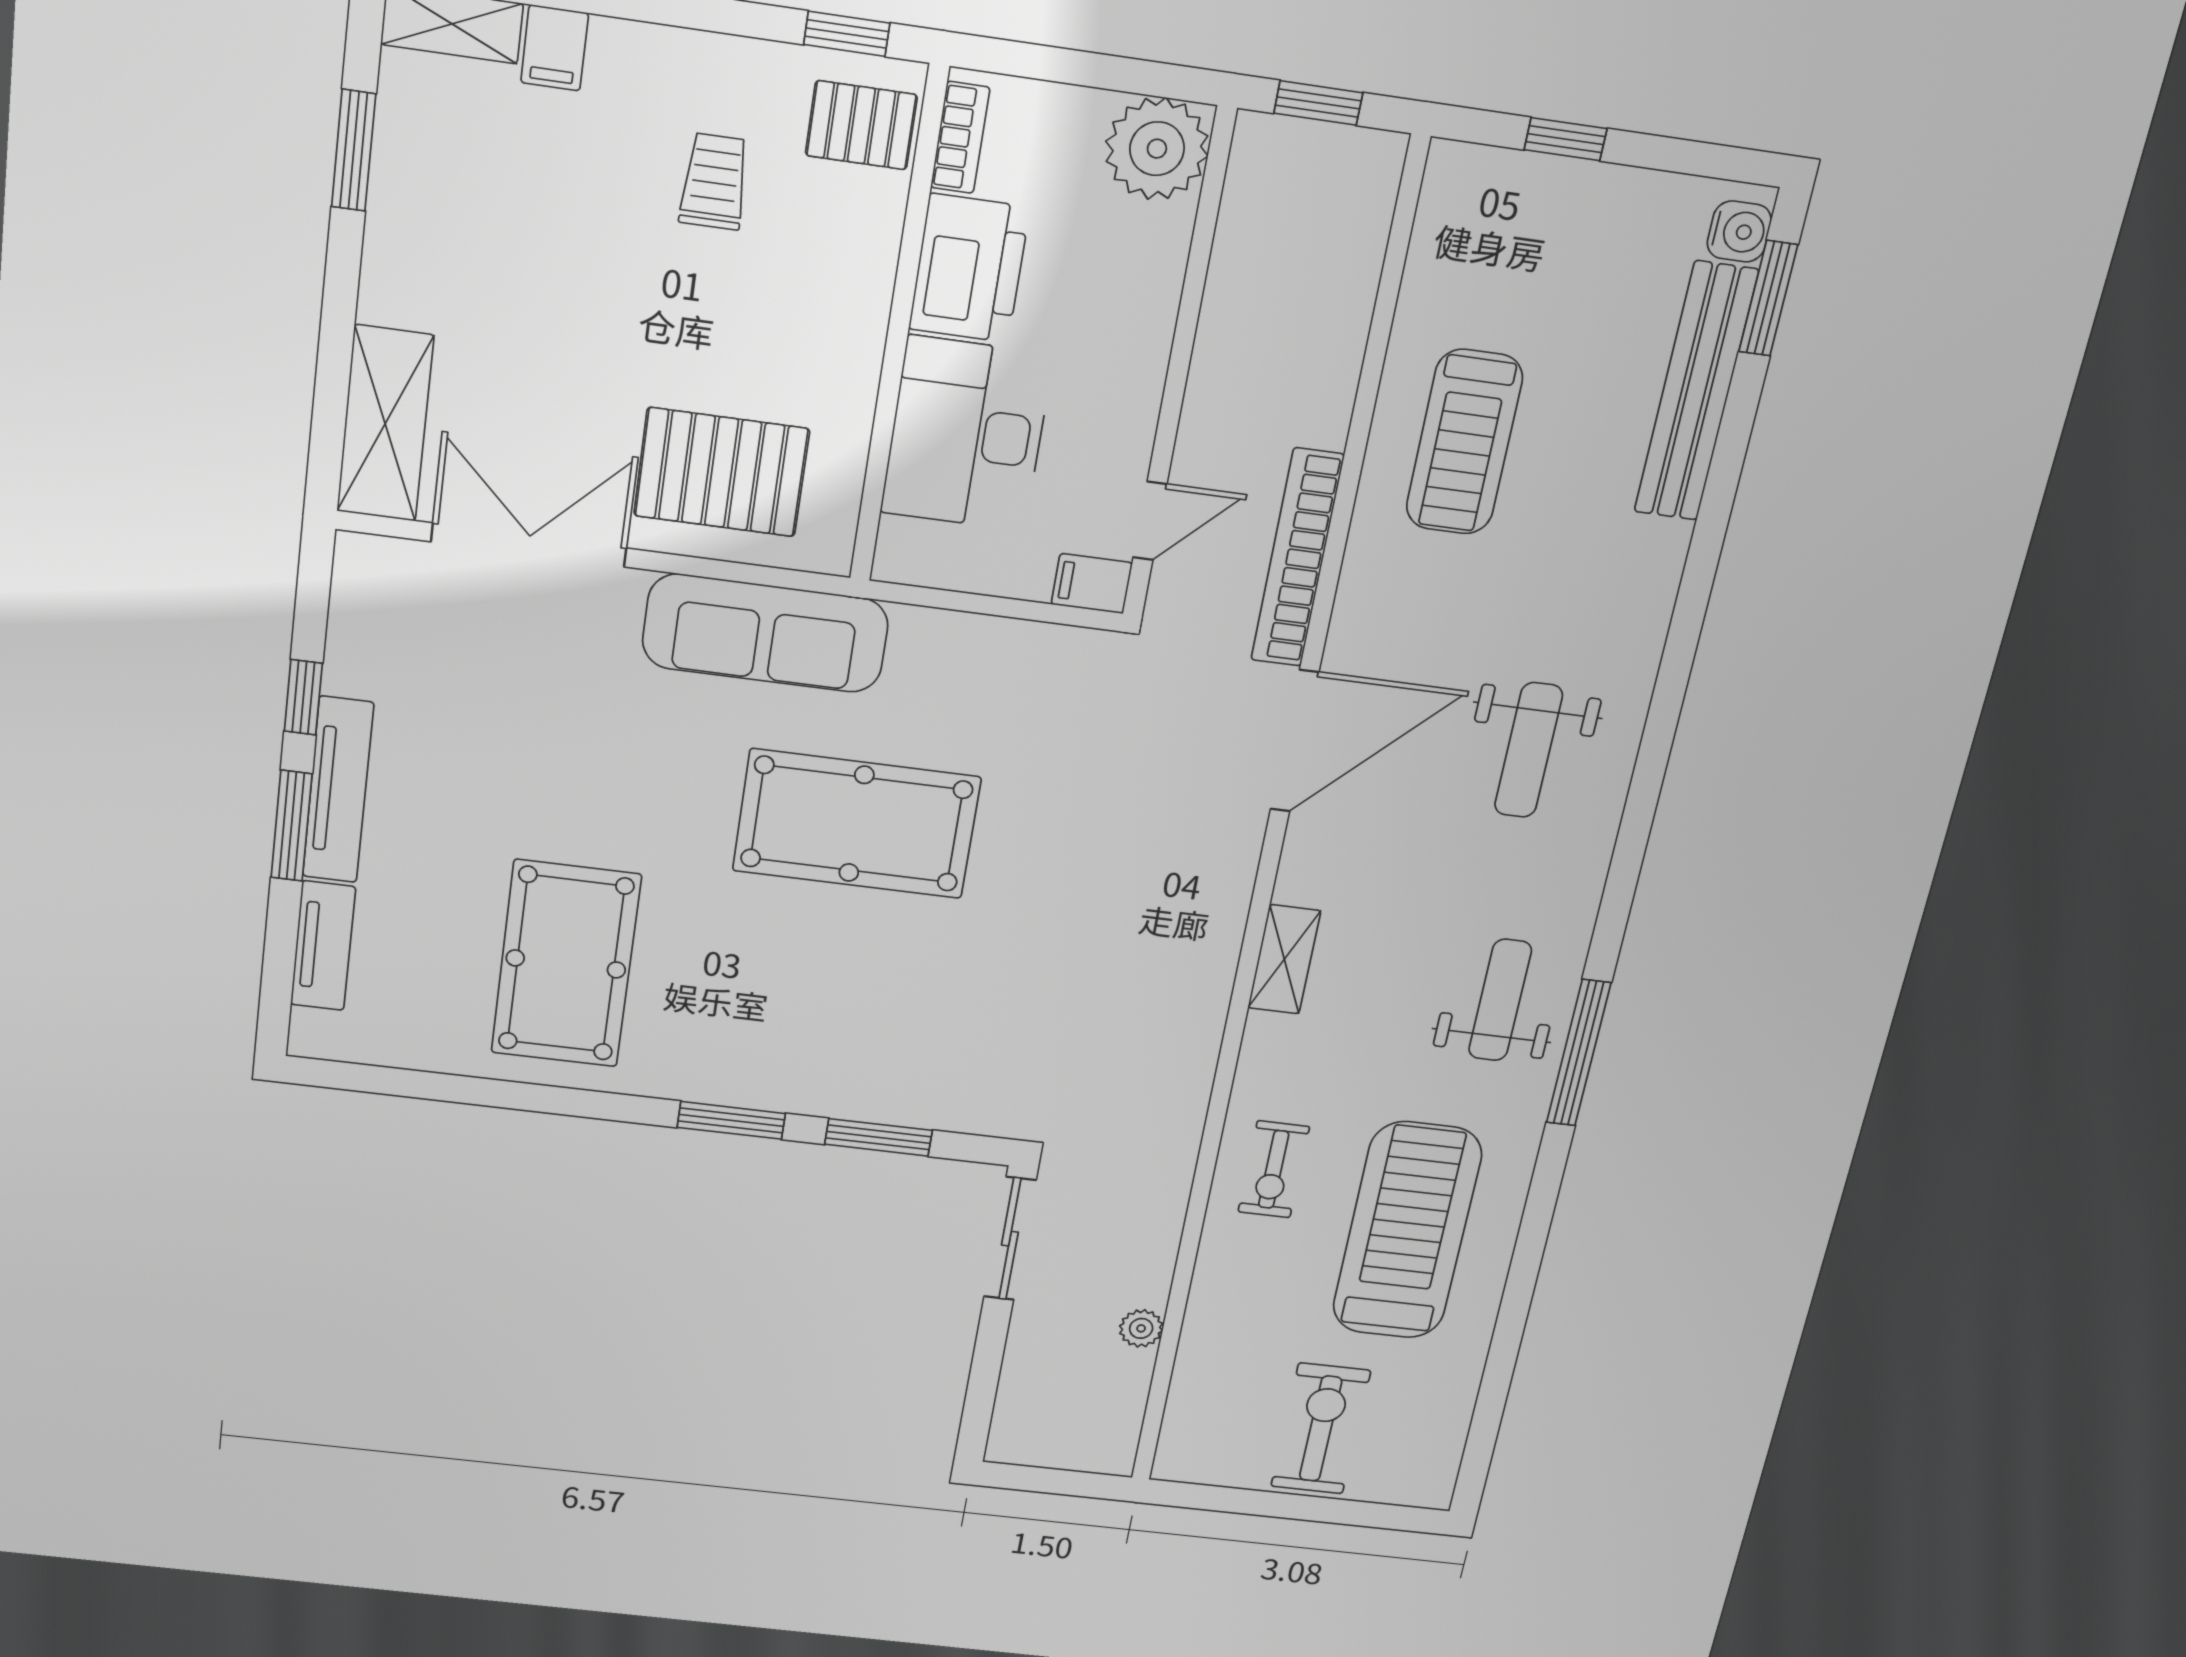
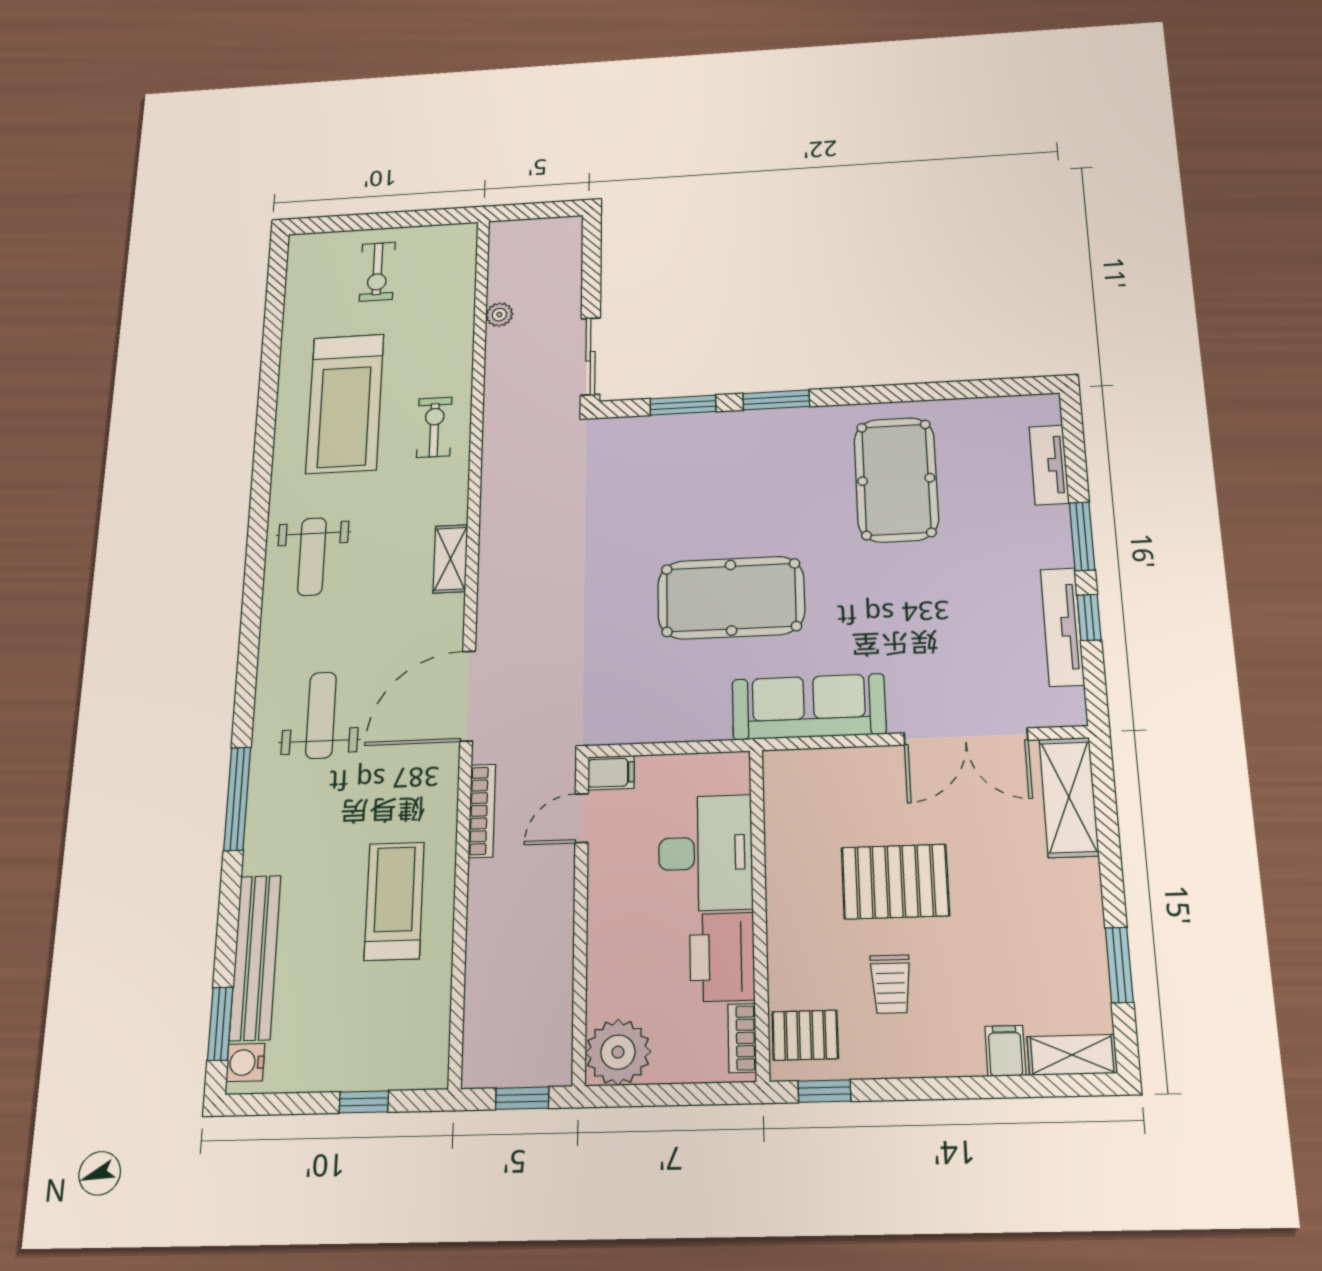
pallet: (721, 472) -> (895, 881), moved
bookcase: (1297, 558) -> (482, 811), width x0.68, depth x0.76
tv unit: (338, 790) -> (1062, 627), moved
window: (1579, 1053) -> (237, 799), moved
exercise bike: (1321, 1429) -> (377, 272), width x0.73, depth x0.72

